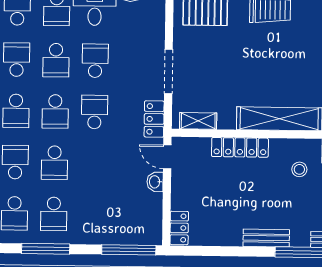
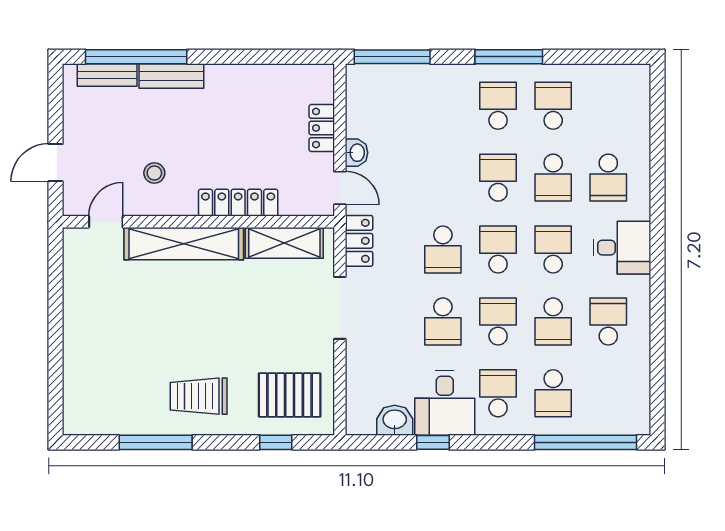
shelving: (198, 121) -> (284, 243), width x1.50, depth x1.33
locker: (179, 228) -> (322, 128), moved
bench: (266, 238) -> (171, 76), moved

